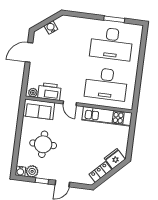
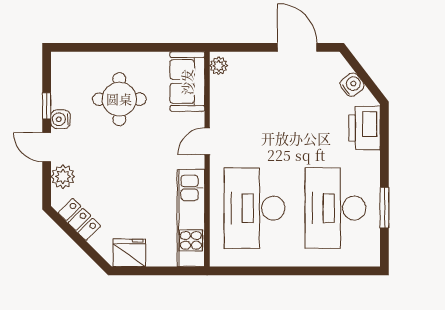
printer: (49, 91) -> (365, 128), moved, turned 180
fridge: (115, 159) -> (129, 253), moved, turned -45
water cooler: (20, 171) -> (60, 119), moved
plant: (32, 171) -> (63, 177), moved

